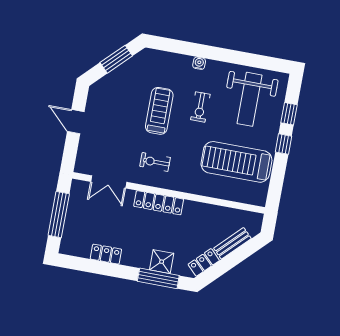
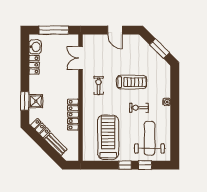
weight bench: (250, 99) -> (150, 138), turned 90
door: (76, 122) -> (115, 30), swing flipped
locker: (159, 203) -> (73, 115), moved
washbasin: (79, 248) -> (35, 47), added
window: (158, 278) -> (25, 101), width x0.69

